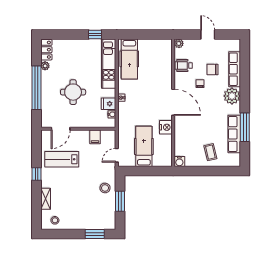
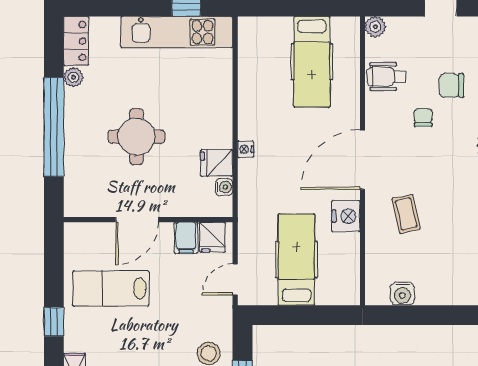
hospital bed: (129, 59) -> (312, 62), moved
kitchen unit: (109, 64) -> (177, 32), moved, turned -90
door: (173, 102) -> (362, 160), swing flipped
door: (61, 129) -> (137, 220), moved
fridge: (107, 137) -> (212, 237), added
coffee table: (210, 152) -> (406, 214), moved
water cooler: (179, 162) -> (402, 294), moved

